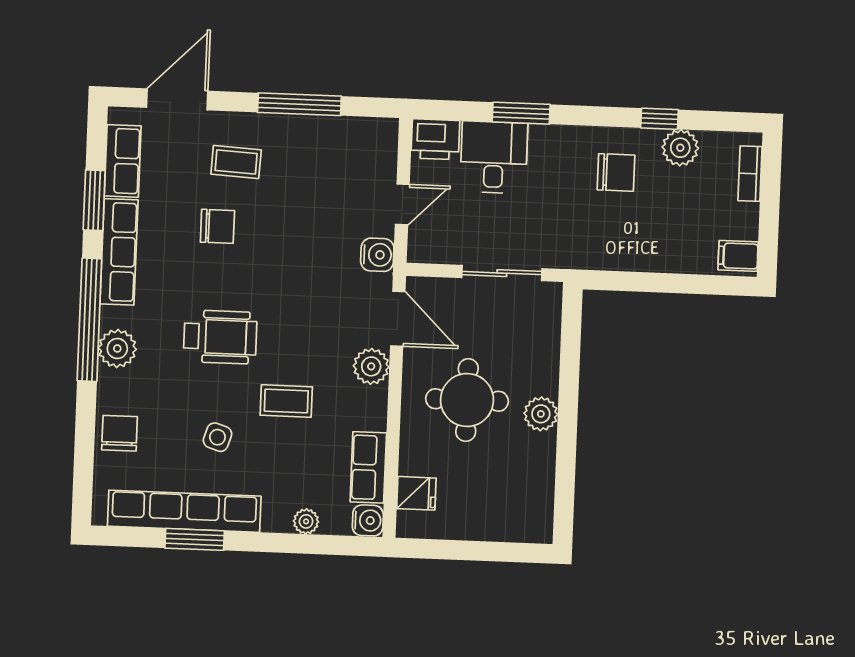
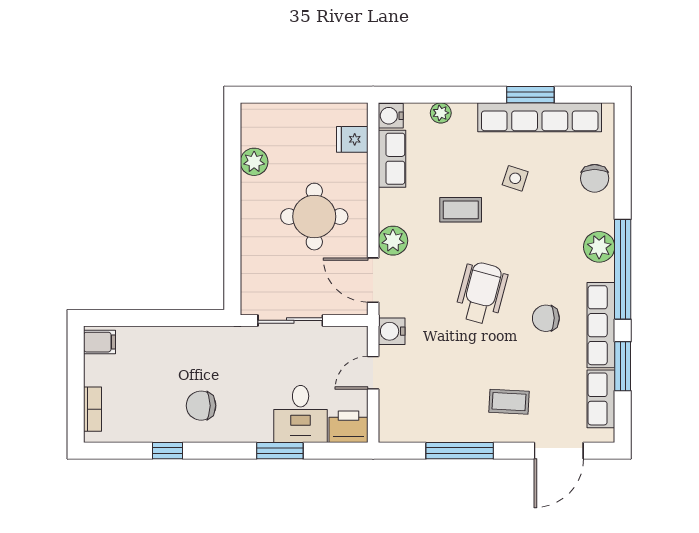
plant: (680, 148) -> (150, 428), removed
chair: (217, 226) -> (546, 318), moved
wheelchair: (220, 337) -> (481, 293), moved, turned 105
plant: (541, 414) -> (254, 162), moved

